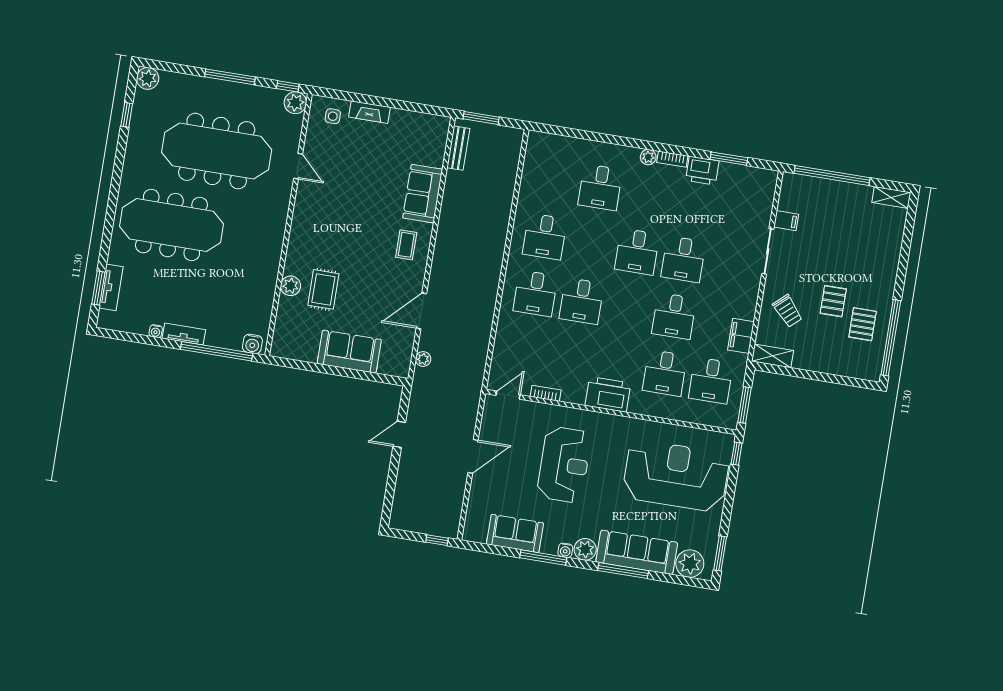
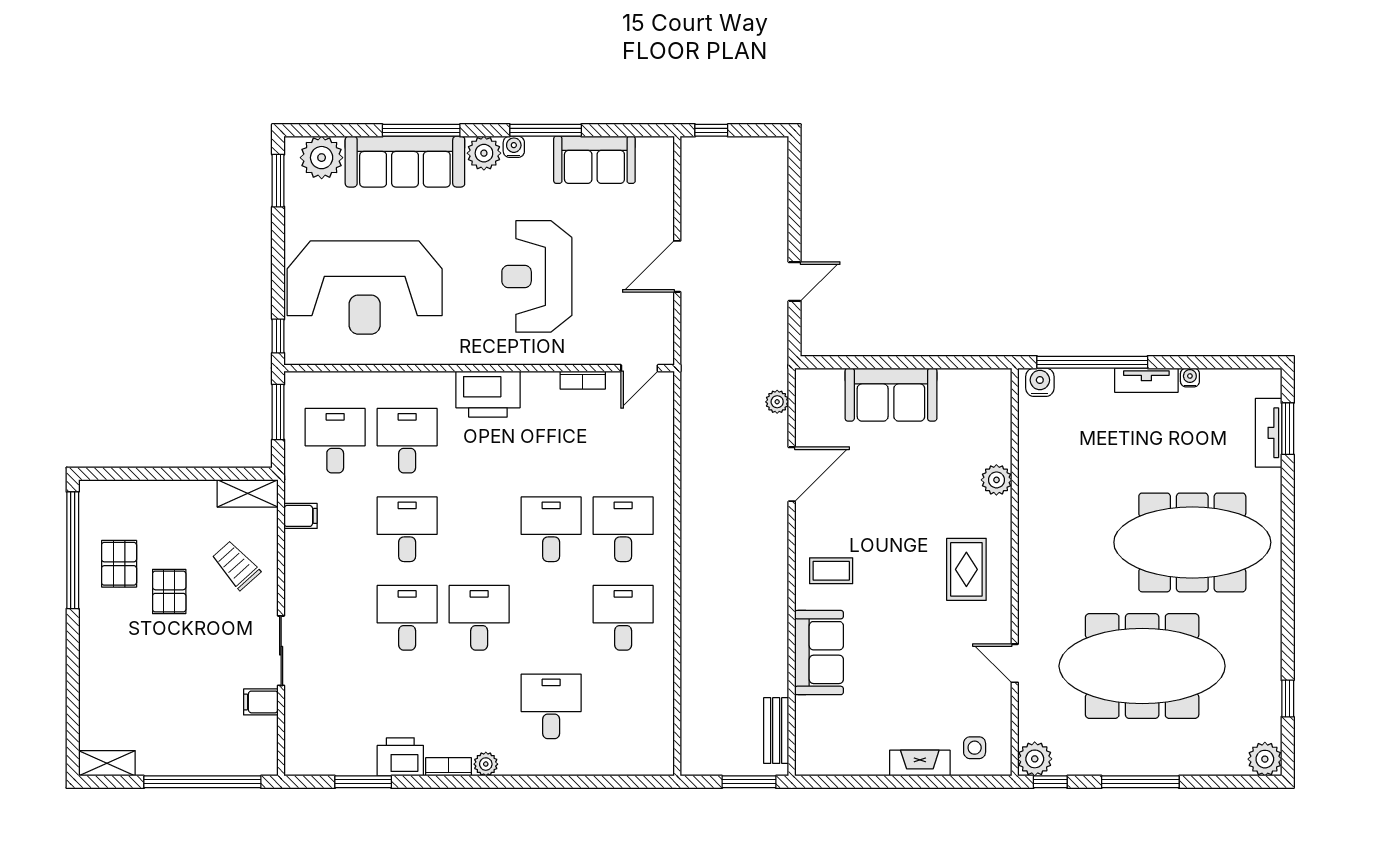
coffee table: (406, 245) -> (831, 571), turned 90
rug: (323, 289) -> (966, 569), moved
filing cabinet: (741, 336) -> (301, 516), width x0.50

